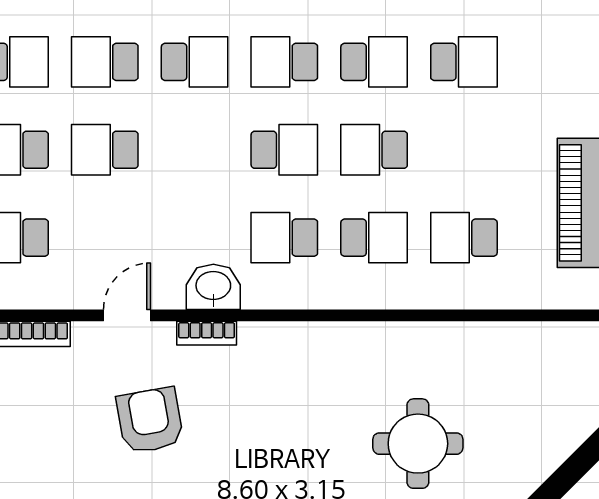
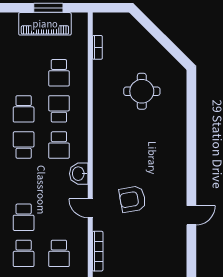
bookcase: (207, 333) -> (97, 47), moved

